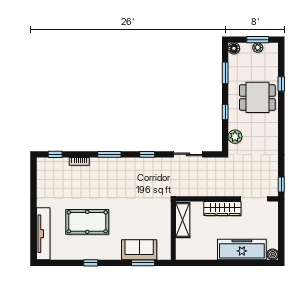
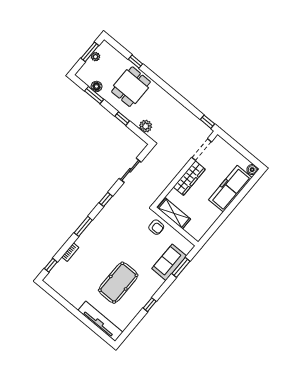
floor lamp: (234, 48) -> (96, 86), moved
armchair: (159, 215) -> (156, 227), added

